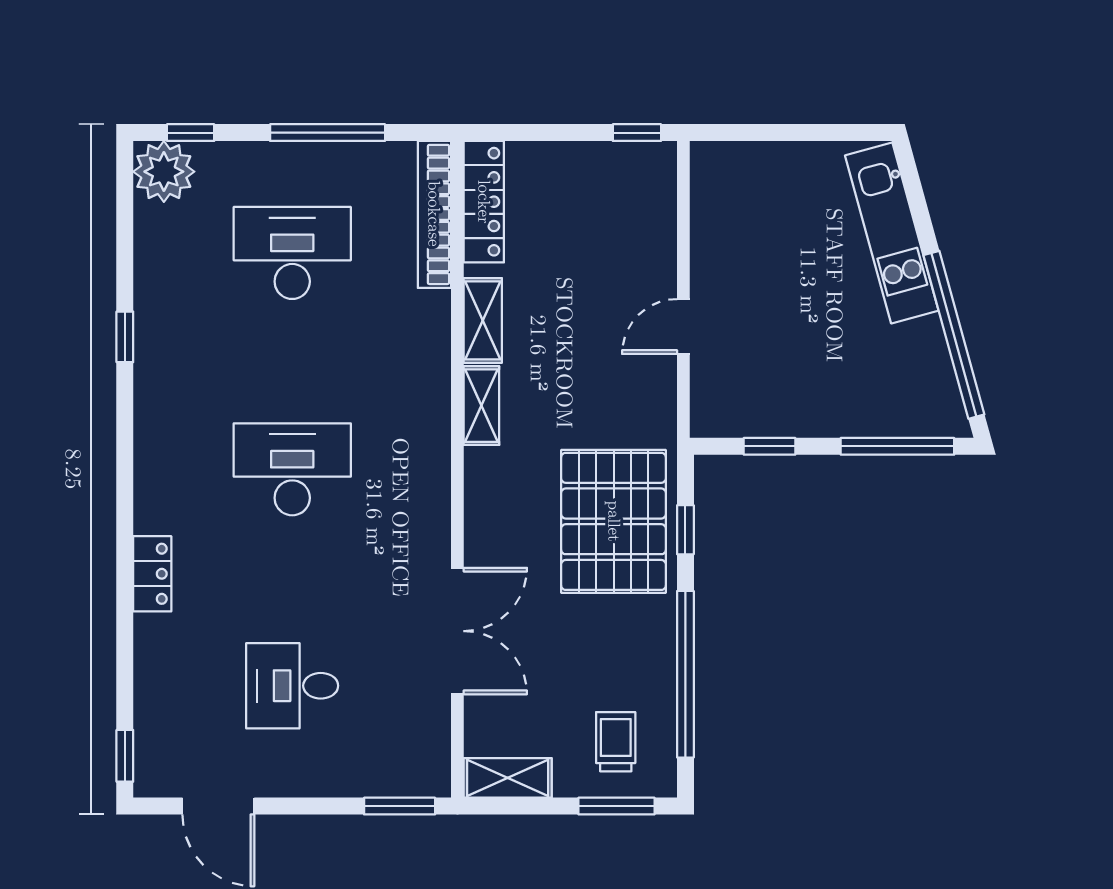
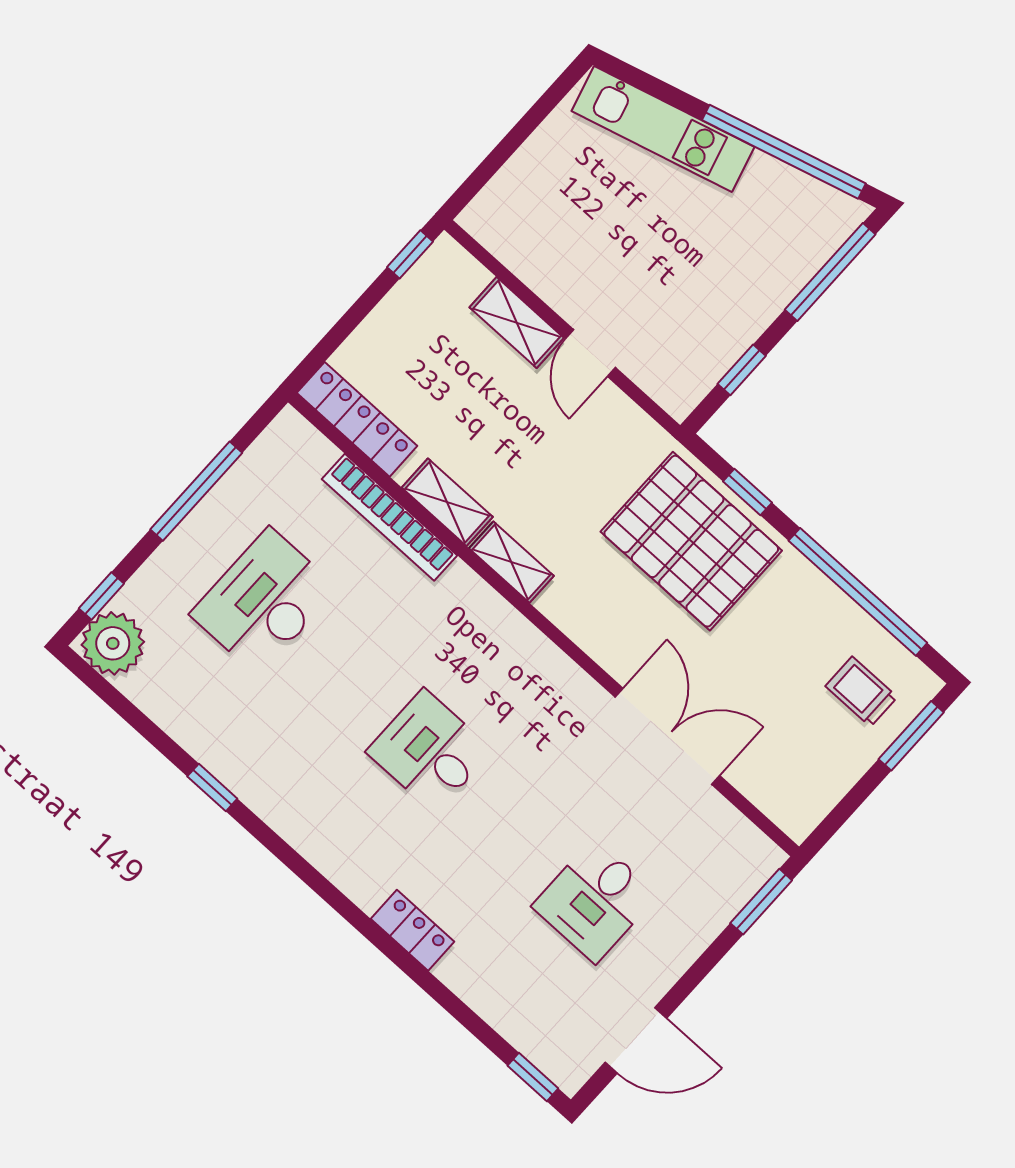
bookcase: (434, 214) -> (390, 517), moved
desk: (292, 469) -> (429, 751), width x0.73
shelving: (508, 778) -> (517, 323), moved, turned 90

